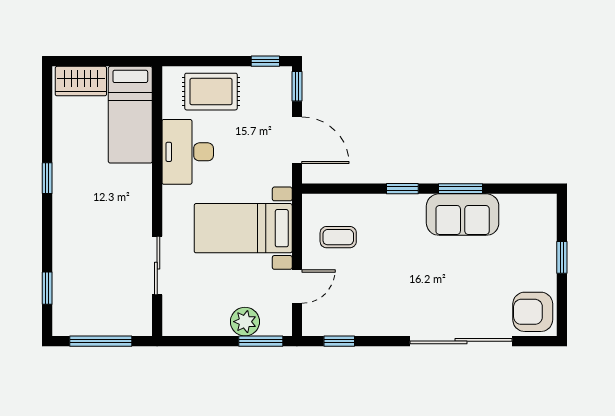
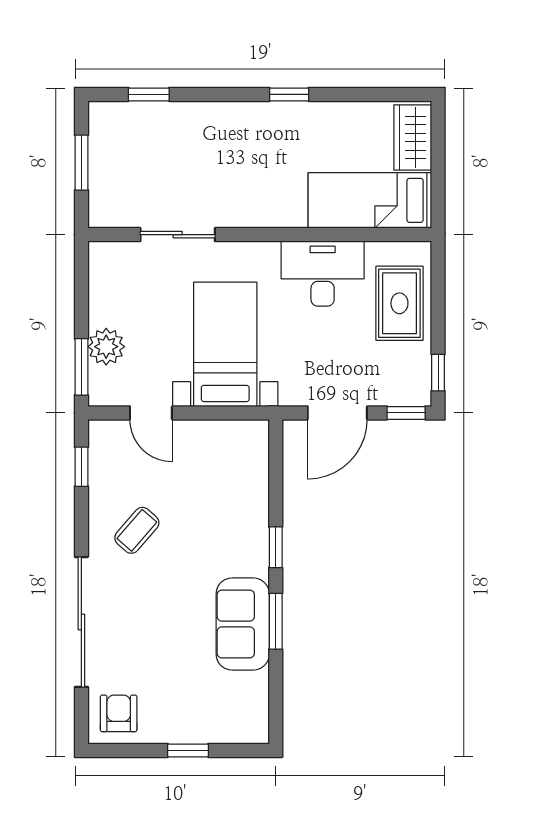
coffee table: (338, 237) -> (137, 530), moved, turned 41
armchair: (533, 312) -> (119, 713), width x0.72, depth x0.72
window: (101, 341) -> (81, 163), width x0.69

